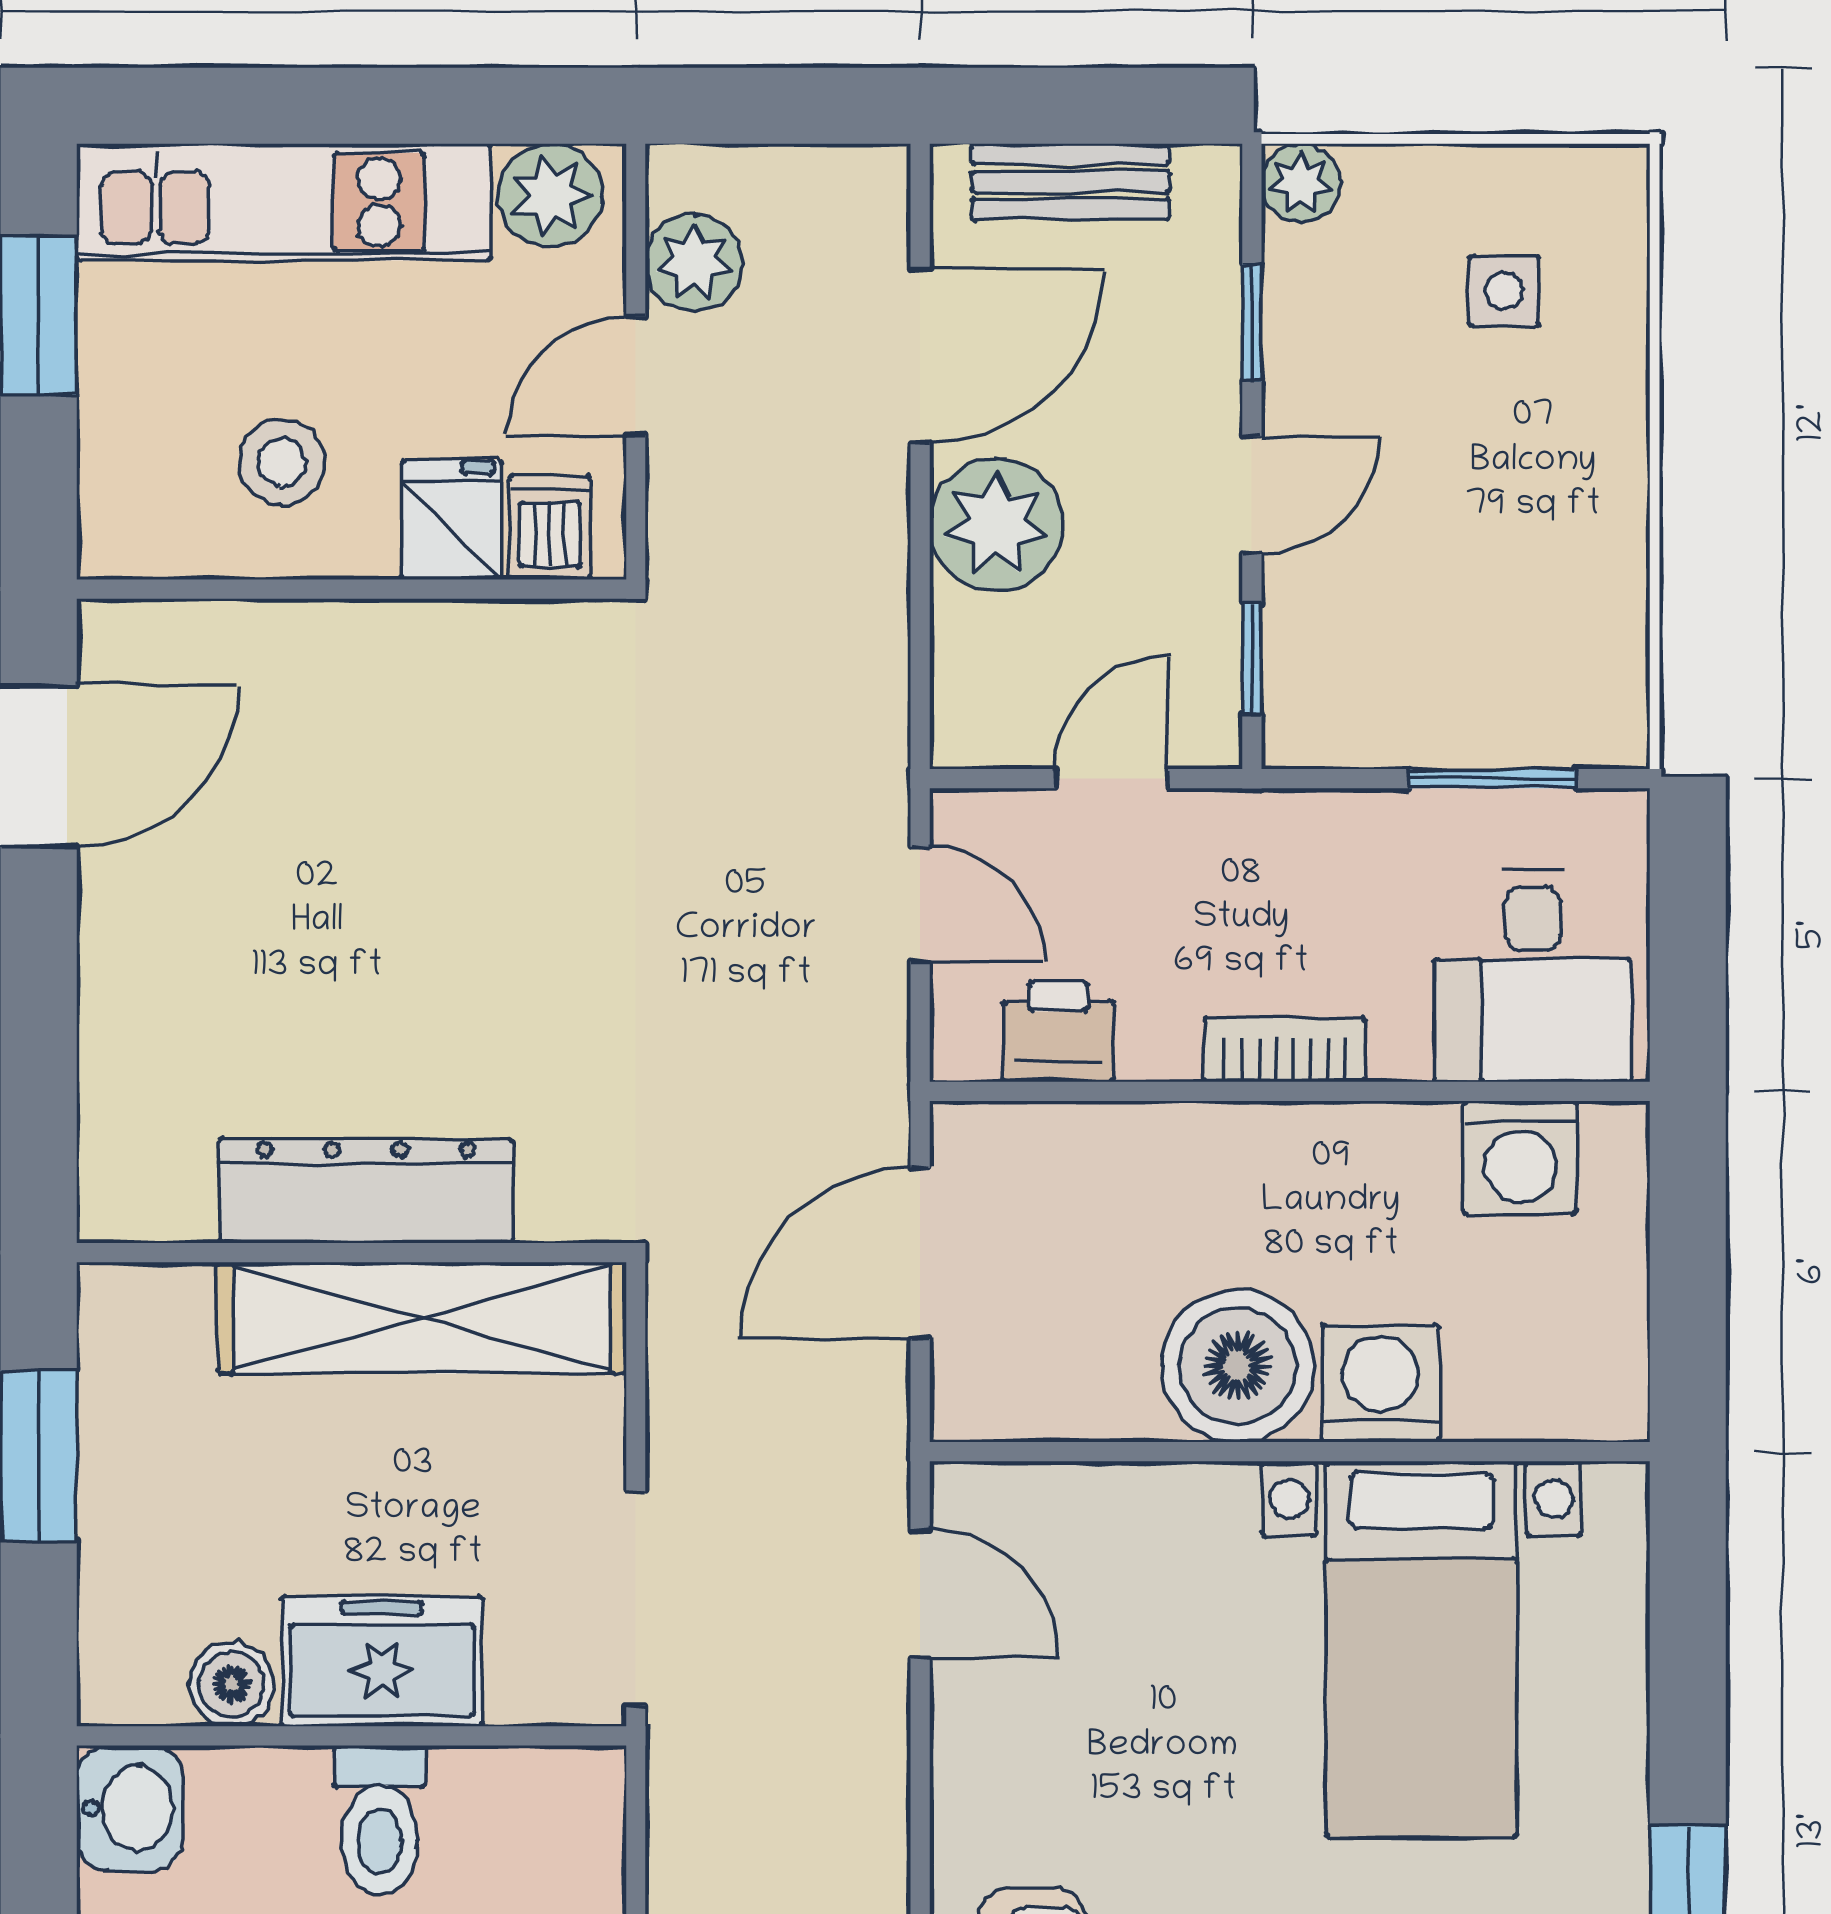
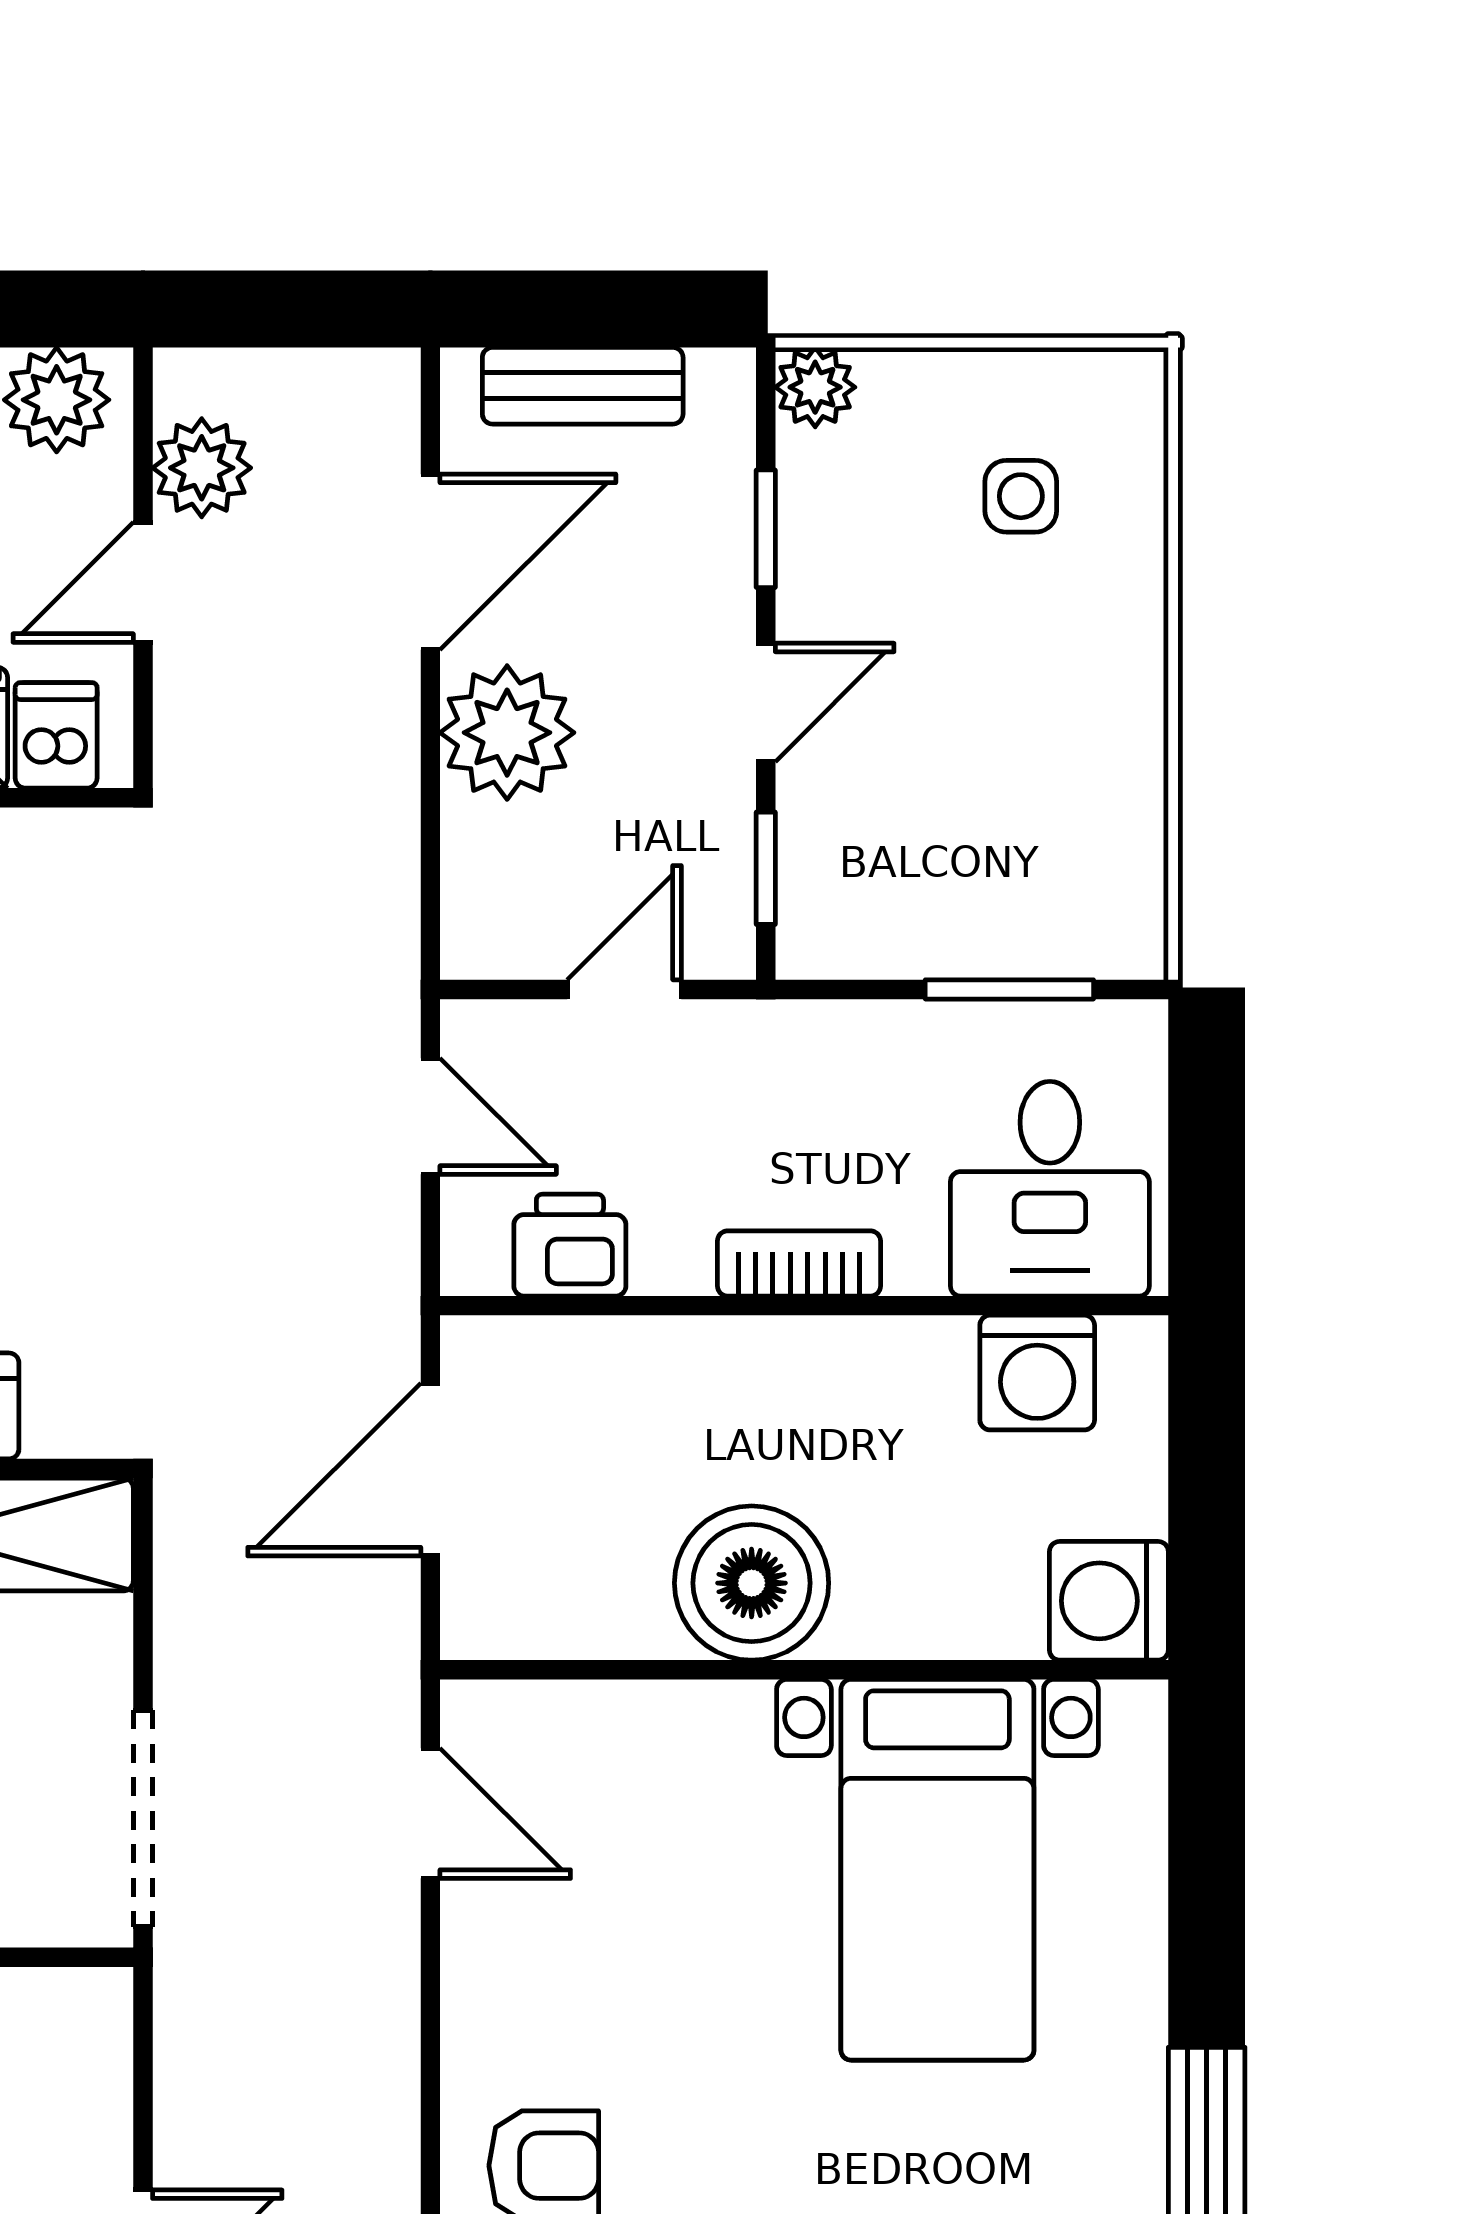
washing machine: (1380, 1383) -> (1109, 1601), moved, turned -90

